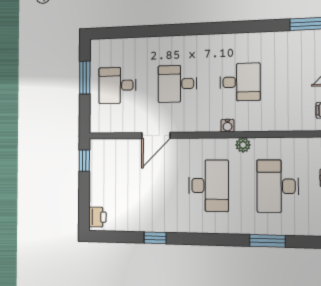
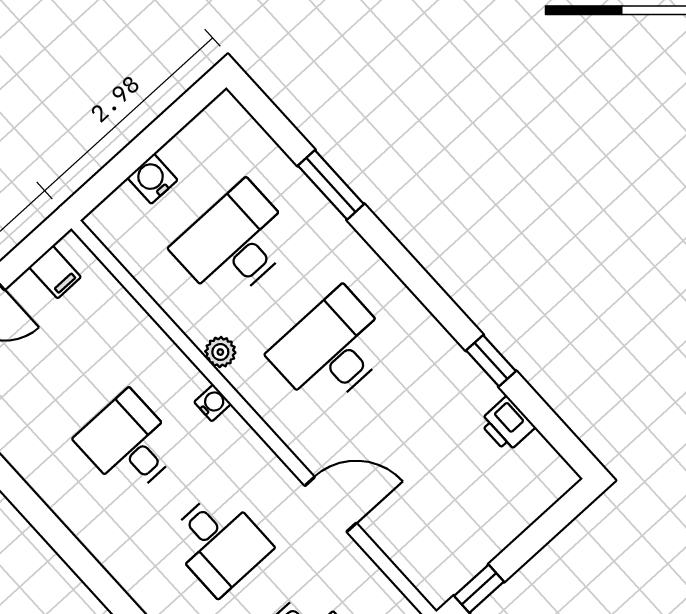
desk: (278, 186) -> (235, 243), turned 180
printer: (97, 217) -> (507, 424), moved, turned -90

